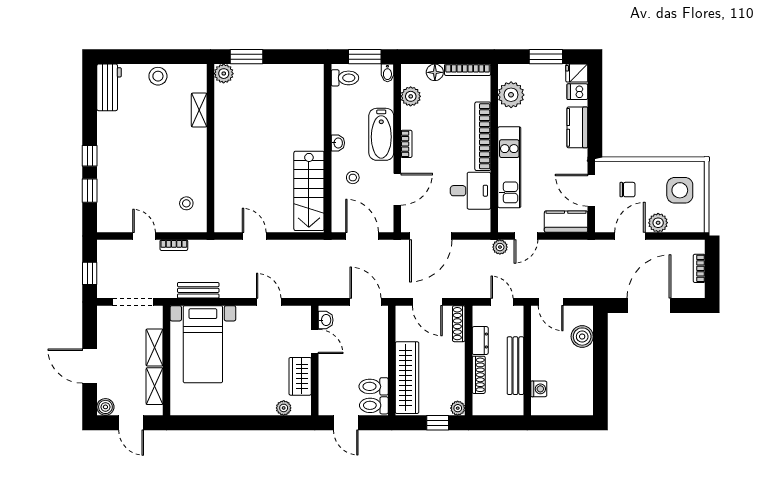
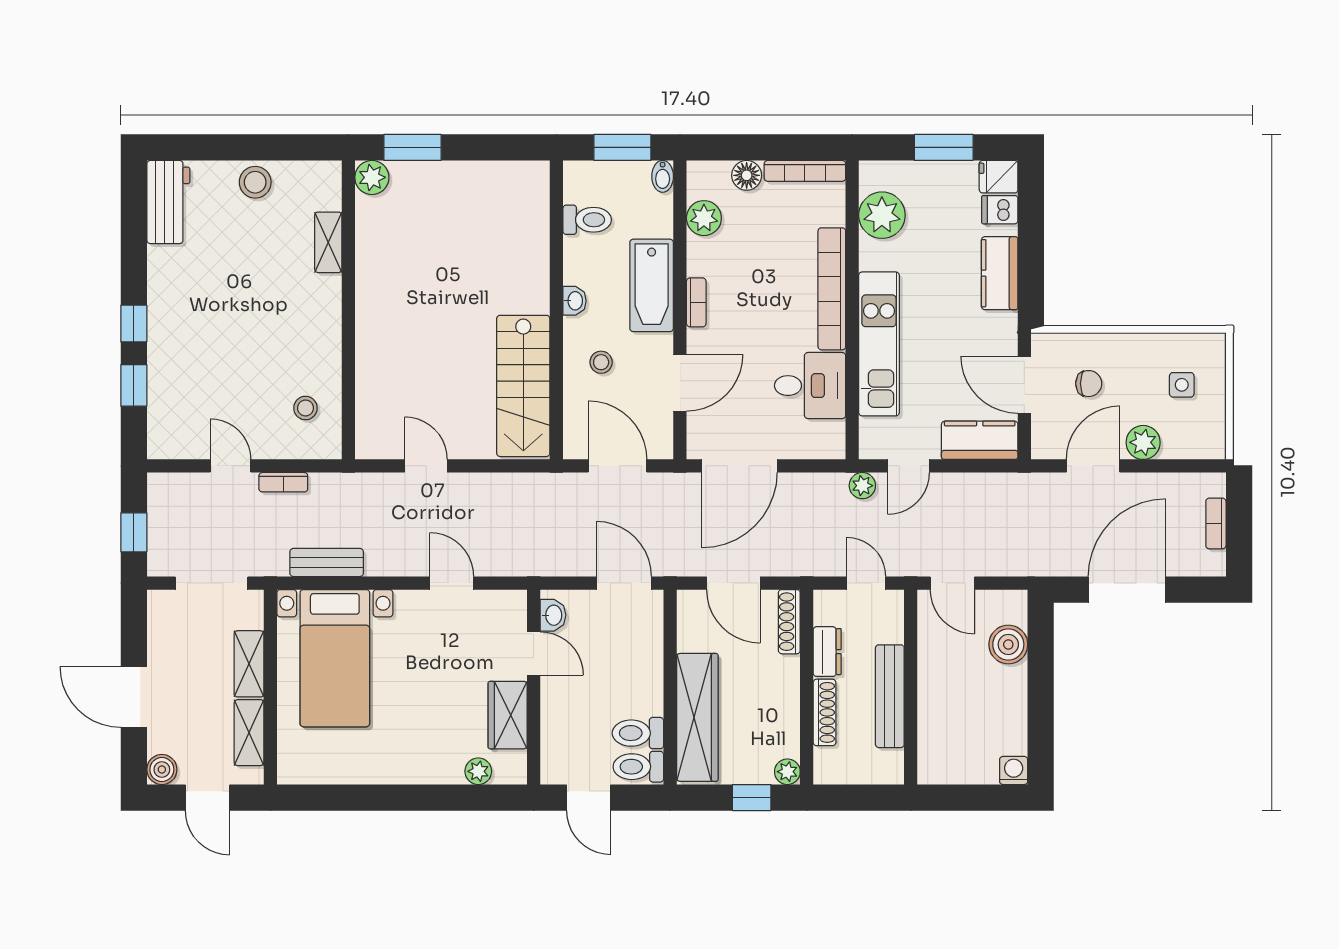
toilet: (345, 78) -> (587, 220), moved
side table: (680, 190) -> (1182, 385), width x0.54, depth x0.54
washing machine: (539, 389) -> (1014, 770), moved, turned -90

